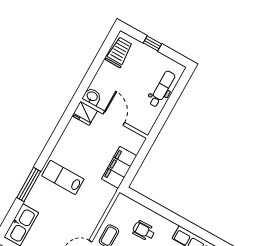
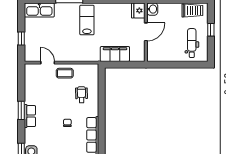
dental chair: (162, 89) -> (192, 43), moved, turned -90

